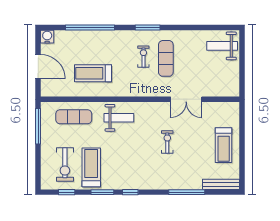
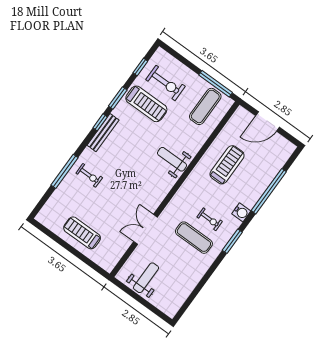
water cooler: (47, 37) -> (241, 212), moved
weight bench: (222, 46) -> (146, 278), moved
exercise mat: (74, 117) -> (205, 106), moved
weight bench: (119, 118) -> (172, 159), turned 90
exercise bike: (167, 142) -> (89, 175), moved
exercise bike: (65, 164) -> (165, 83), turned 180
bench: (221, 184) -> (103, 133), moved

